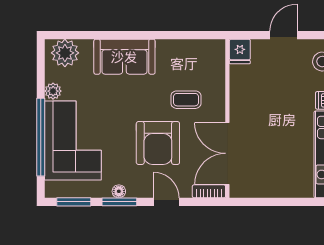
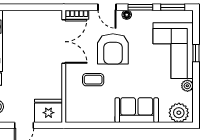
fridge: (240, 51) -> (48, 111), width x1.88, depth x1.34
window: (41, 137) -> (196, 53), width x0.32
armchair: (158, 143) -> (113, 49), turned 180
floor lamp: (119, 191) -> (127, 15), moved

